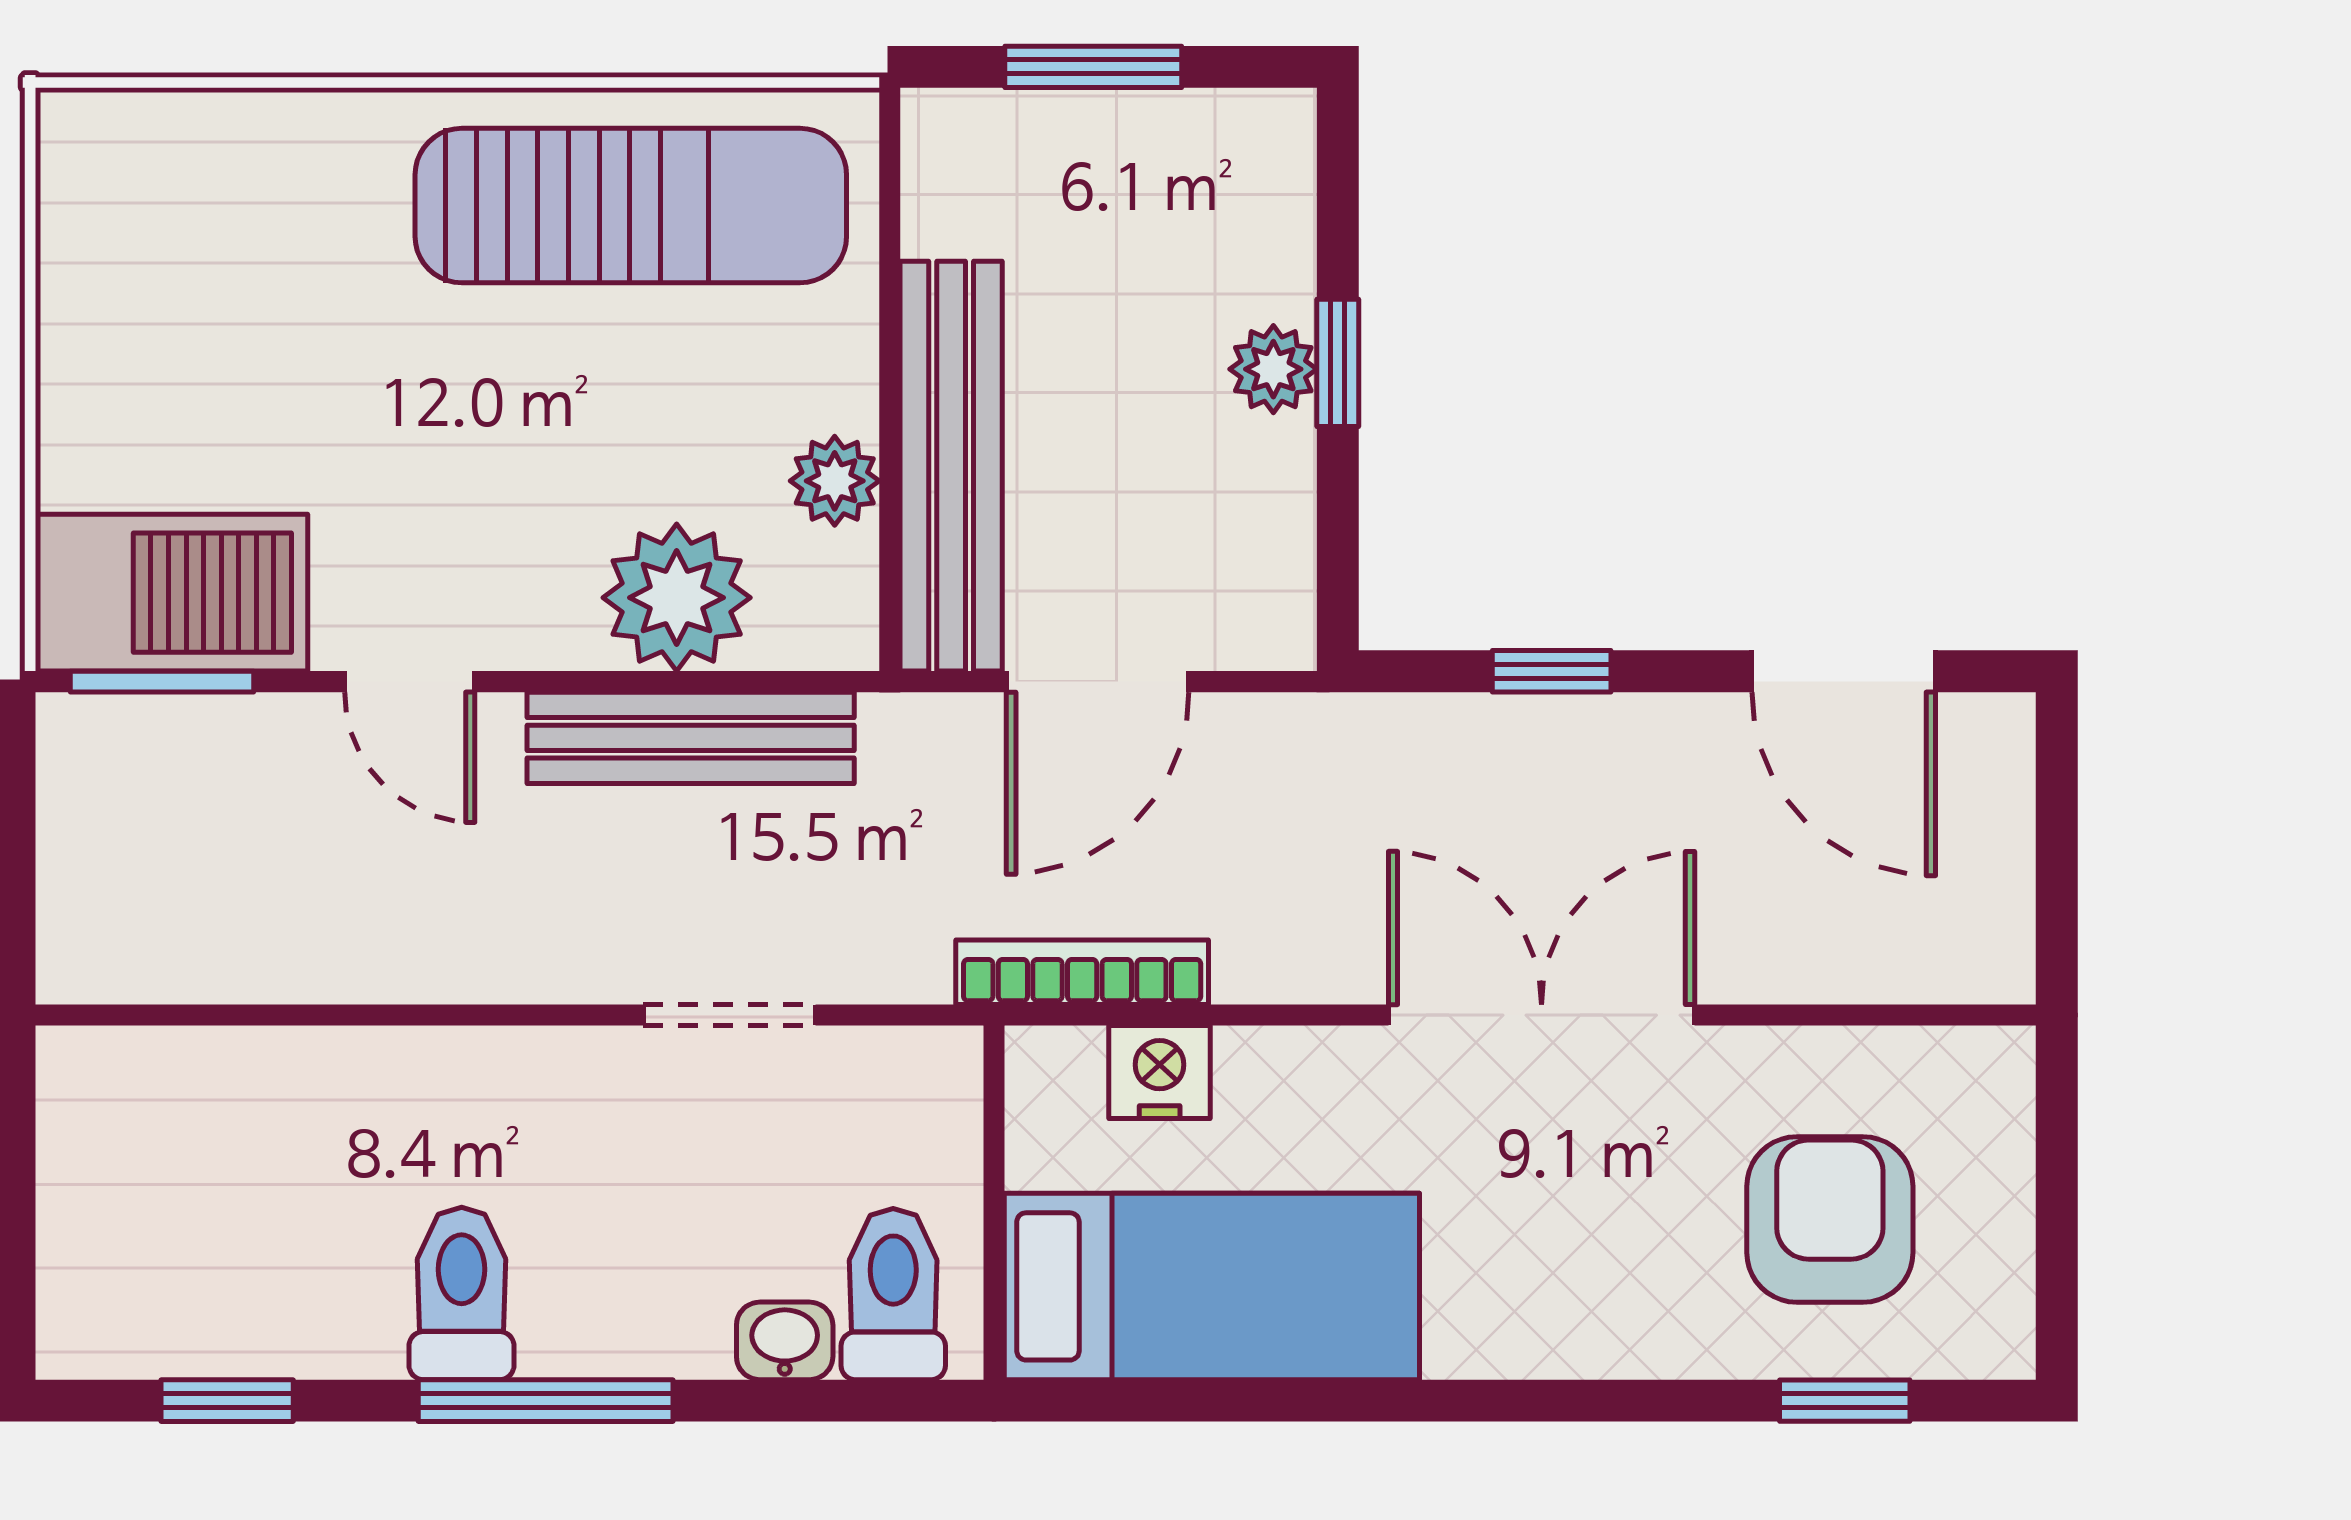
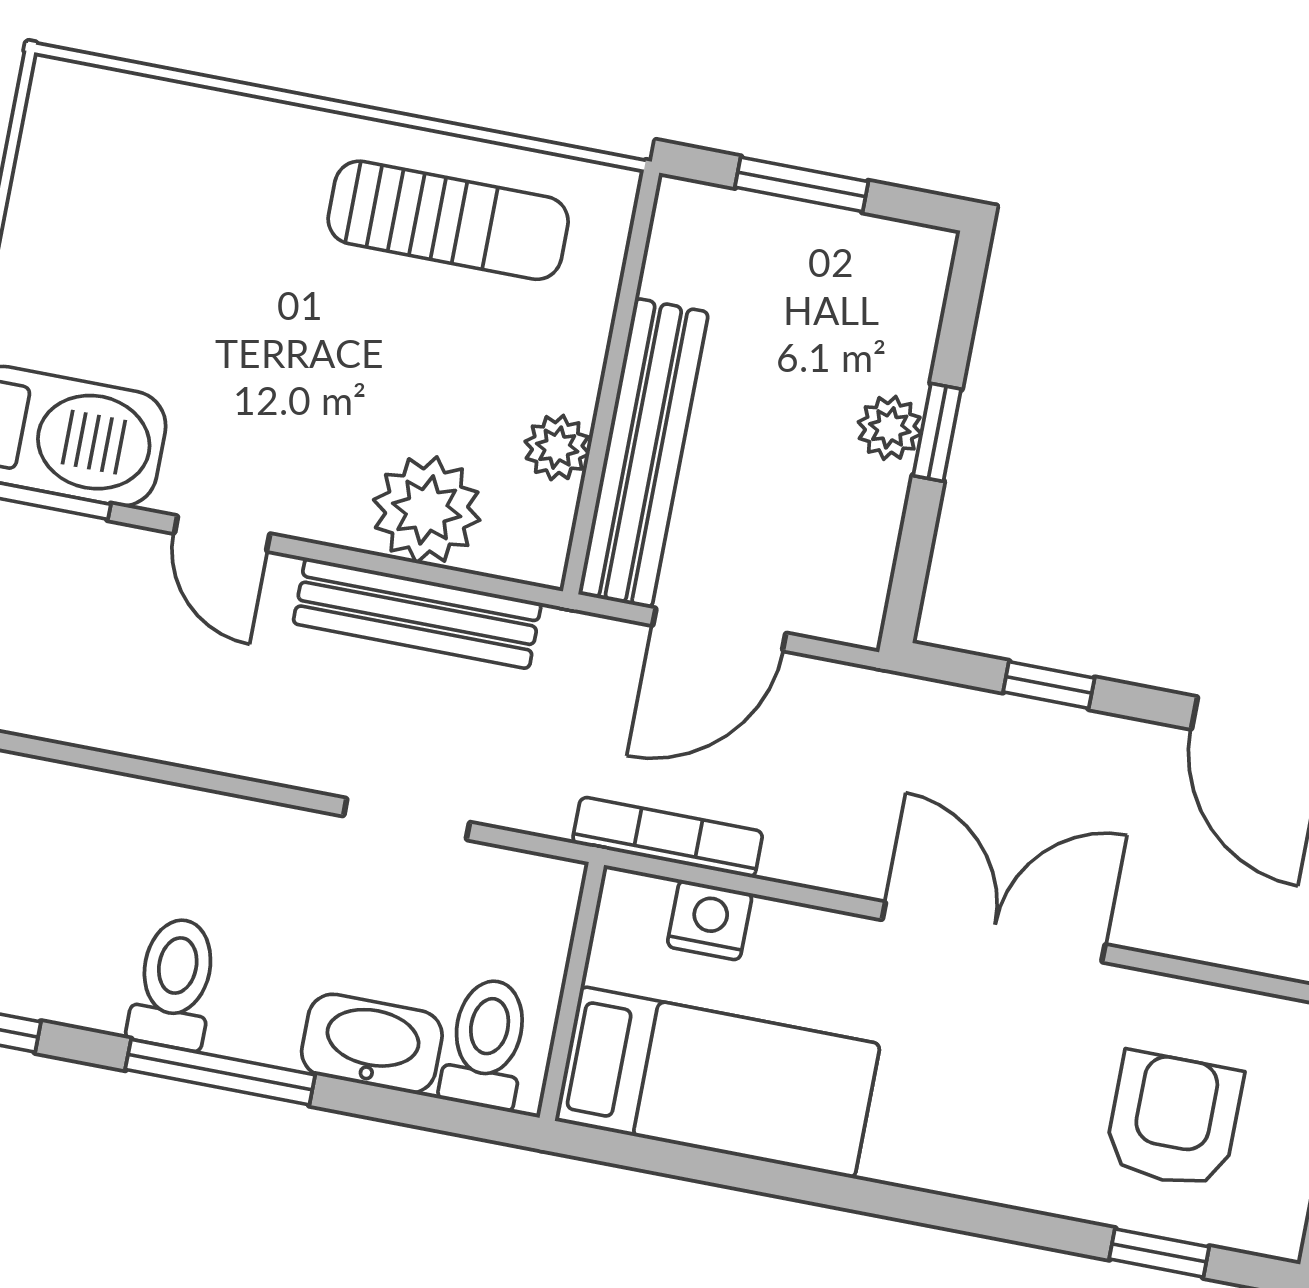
sun lounger: (631, 206) -> (448, 220), width x0.73, depth x0.75
washbasin: (785, 1341) -> (372, 1043), width x1.91, depth x1.45

